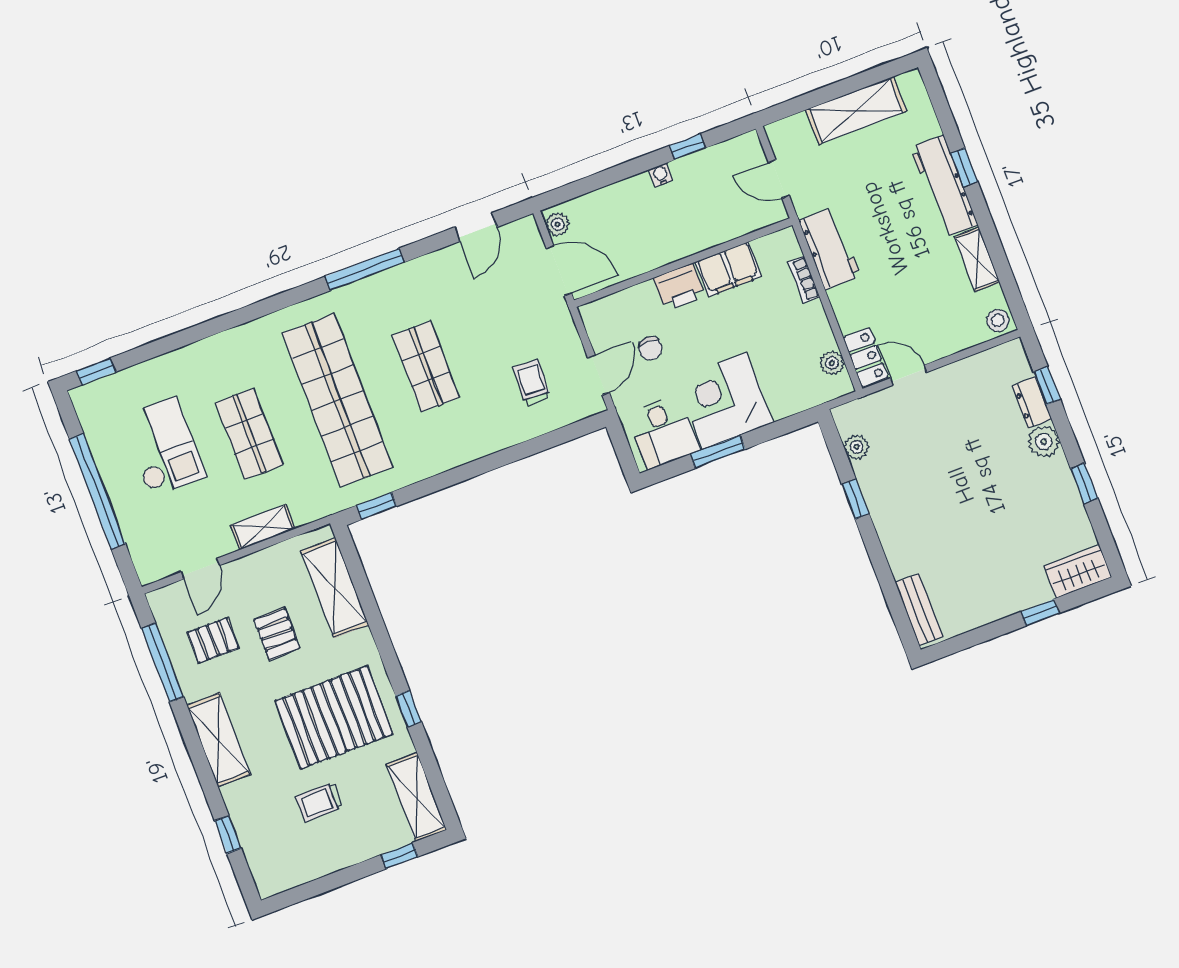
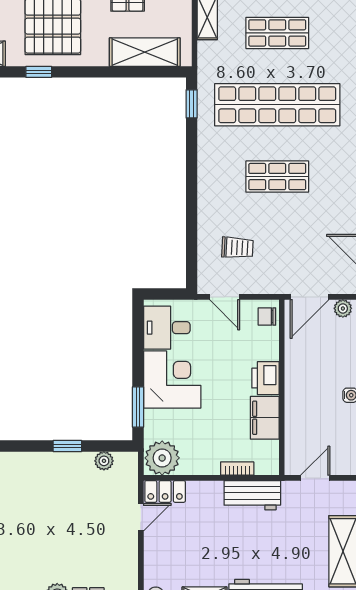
chair: (650, 348) -> (267, 316), moved
plant: (832, 363) -> (162, 458), width x1.87, depth x1.87
window: (718, 452) -> (138, 407), moved

